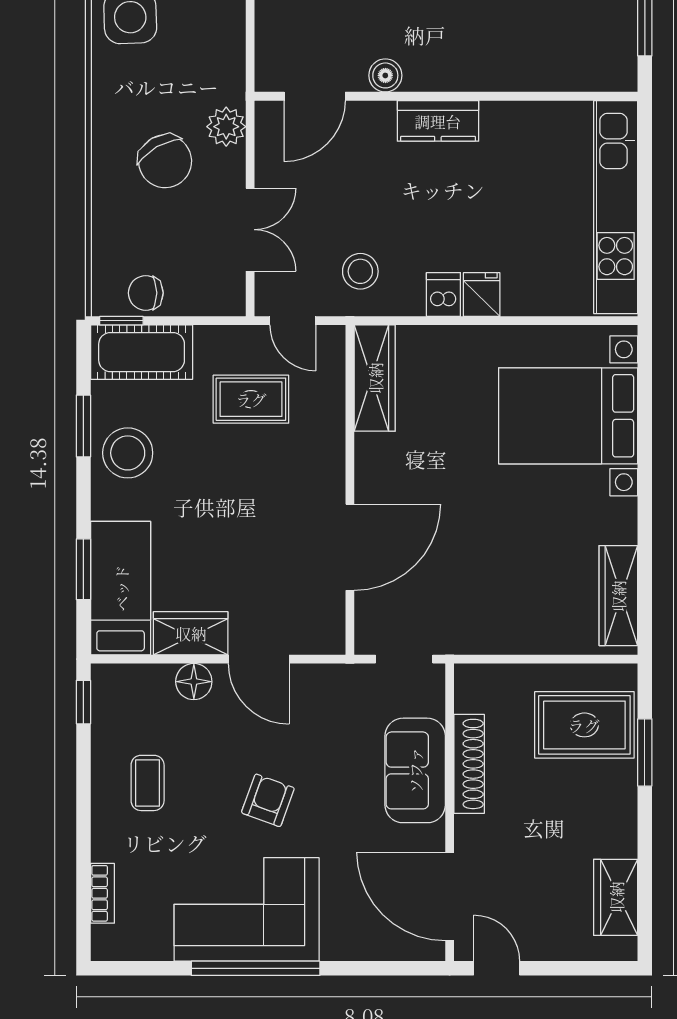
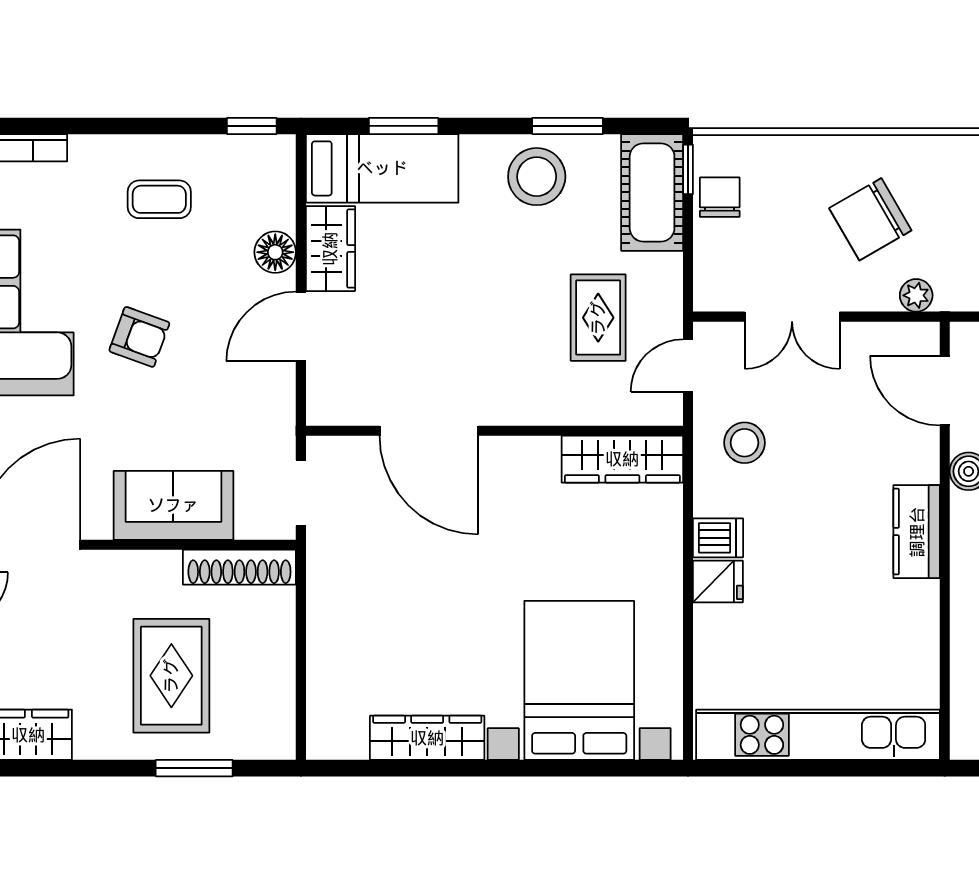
plant: (226, 127) -> (916, 295), width x0.73, depth x0.73
wardrobe: (618, 596) -> (427, 738), moved
rug: (584, 725) -> (171, 676), moved
shoe rack: (469, 764) -> (239, 567), moved

